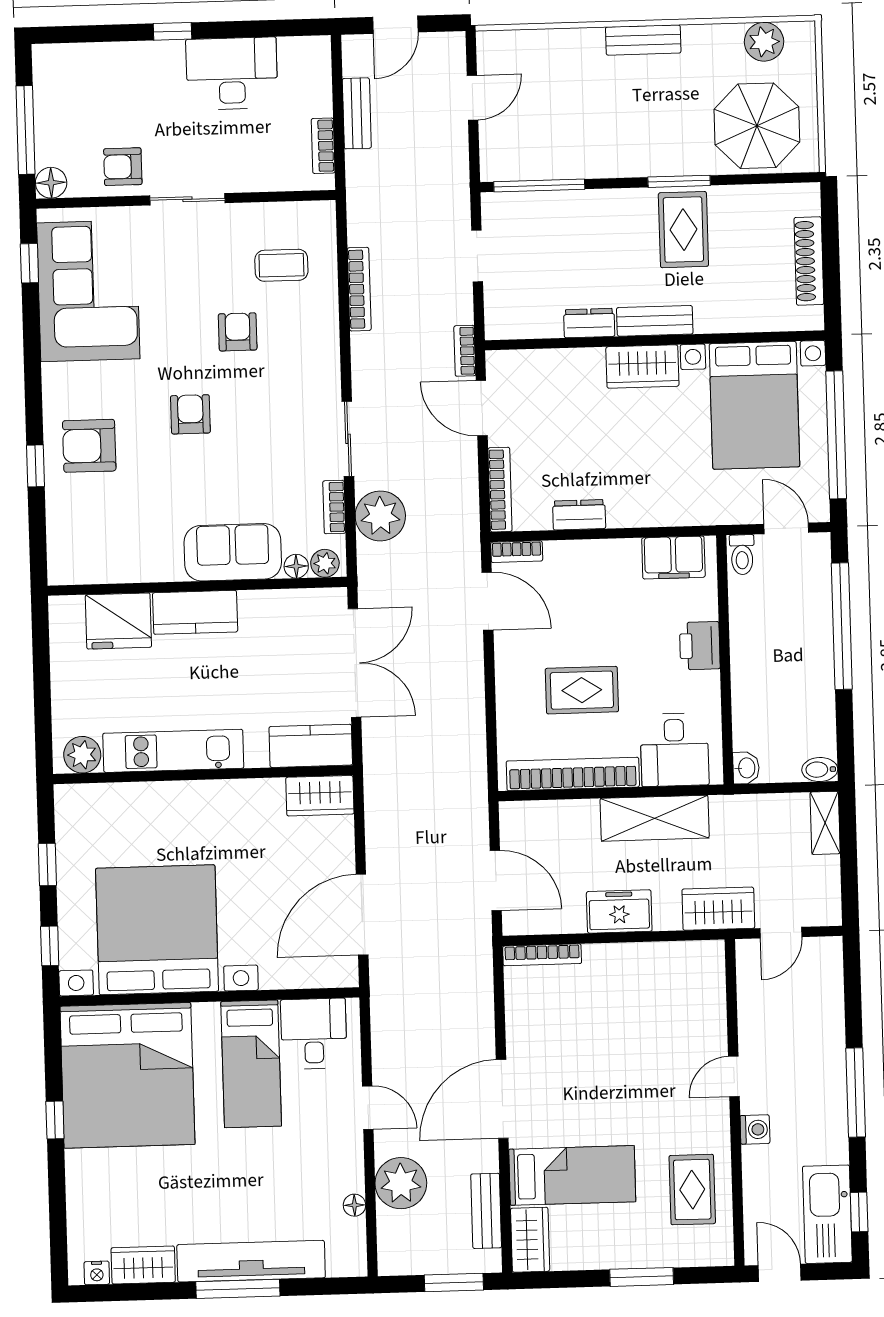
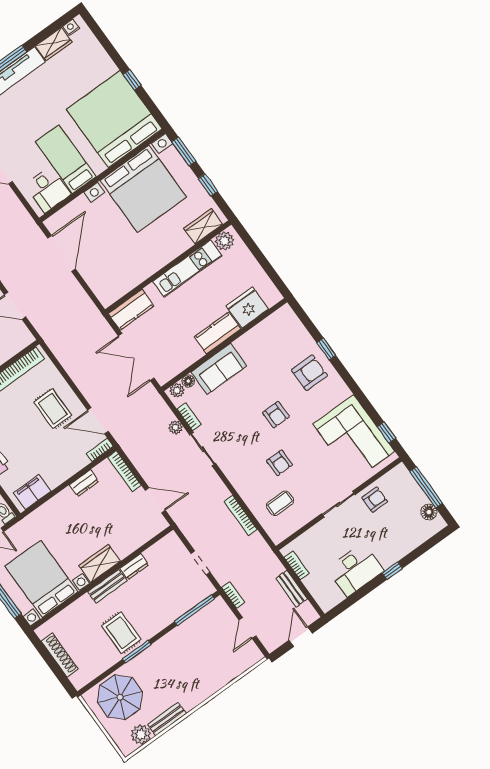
bench: (643, 40) -> (167, 719), moved
floor lamp: (51, 183) -> (429, 512), moved
bookcase: (465, 351) -> (233, 595), moved
plant: (380, 516) -> (175, 427), width x0.53, depth x0.53
rug: (582, 690) -> (53, 409), moved, turned 90
wardrobe: (320, 796) -> (203, 226), moved
window: (50, 946) -> (184, 151), width x1.50

